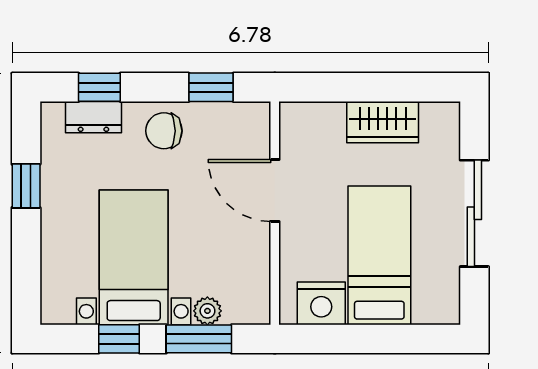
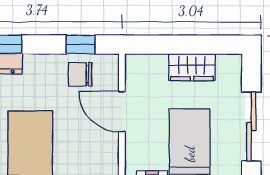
chair: (164, 131) -> (80, 74), moved

